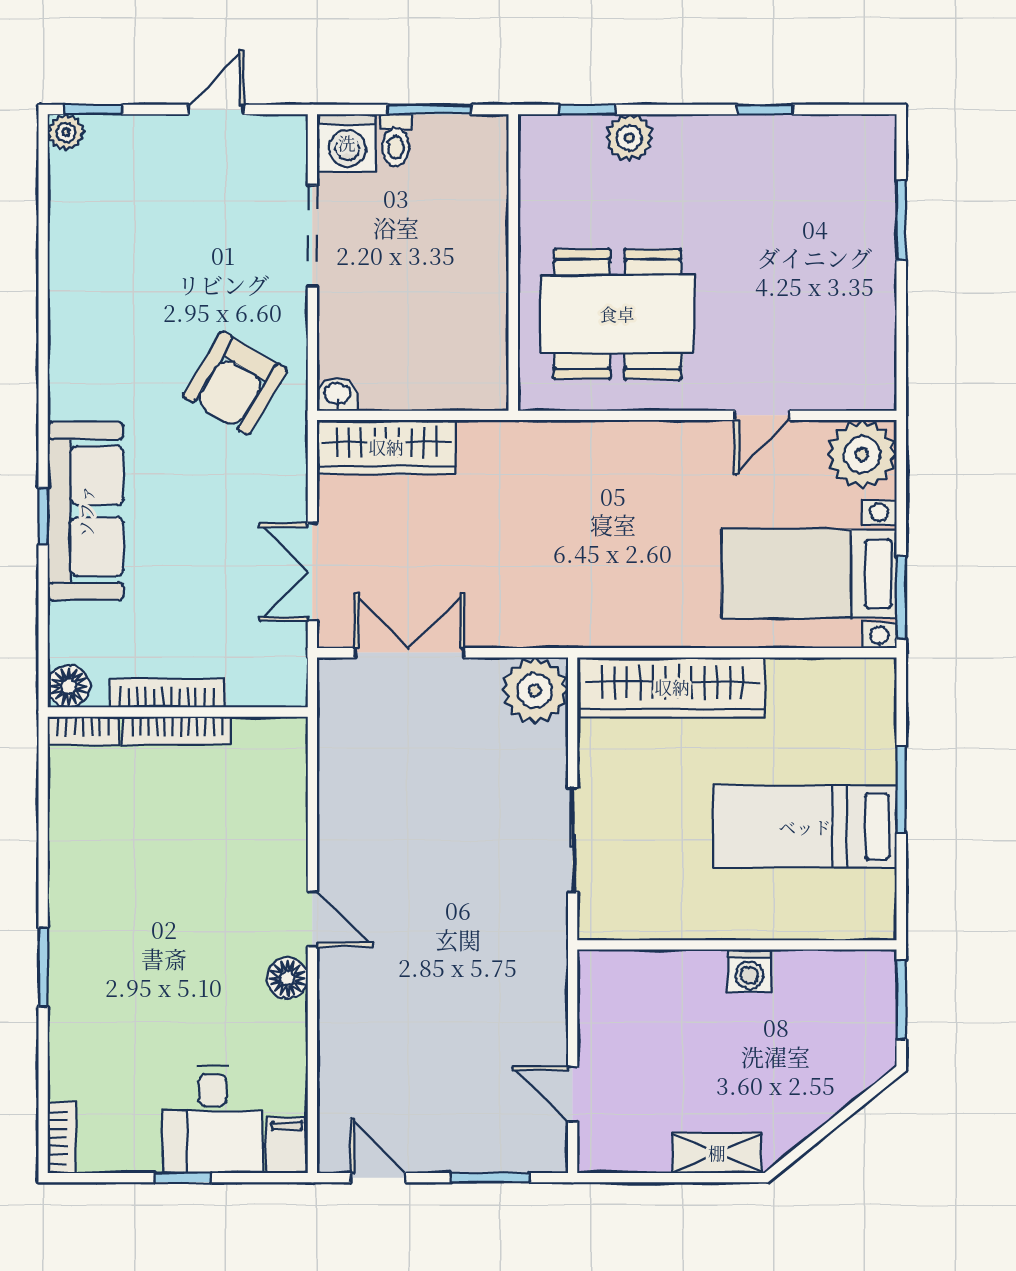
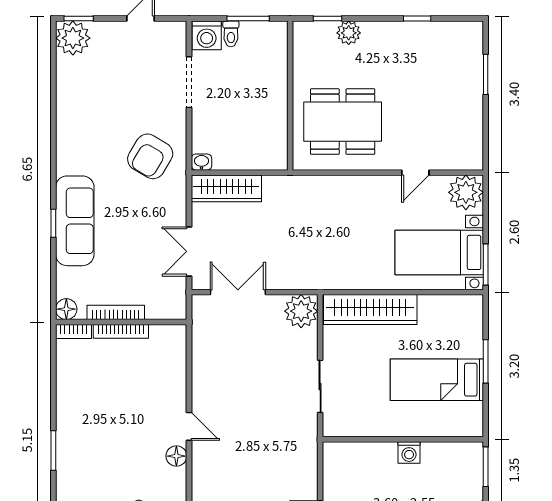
plant: (66, 132) -> (73, 38), width x1.88, depth x1.88

